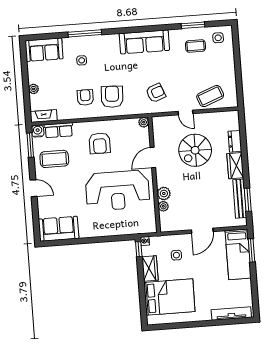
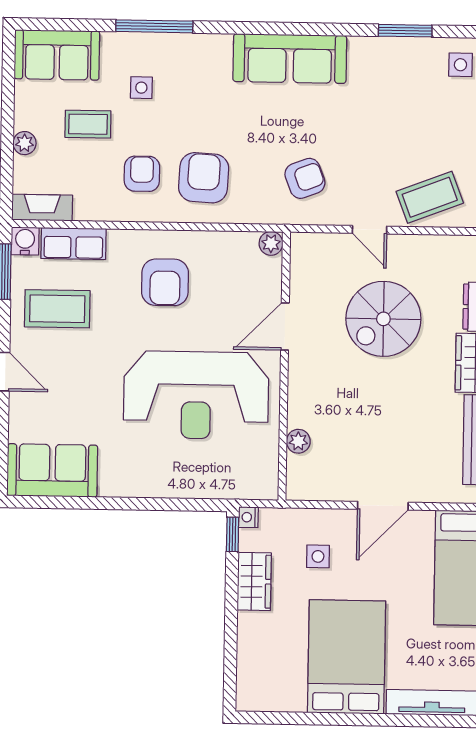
coffee table: (196, 46) -> (88, 124), moved
plant: (164, 193) -> (302, 412), removed
bed: (169, 297) -> (347, 657), moved, turned -90

